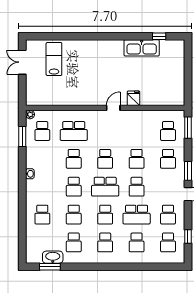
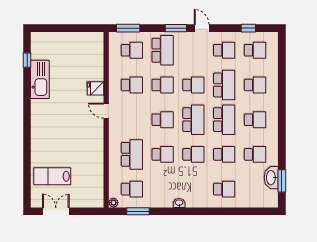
double door: (22, 62) -> (56, 211), swing flipped
school desk: (137, 131) -> (132, 85), added
school desk: (168, 159) -> (163, 50), width x1.85
school desk: (105, 215) -> (224, 120), width x1.85

